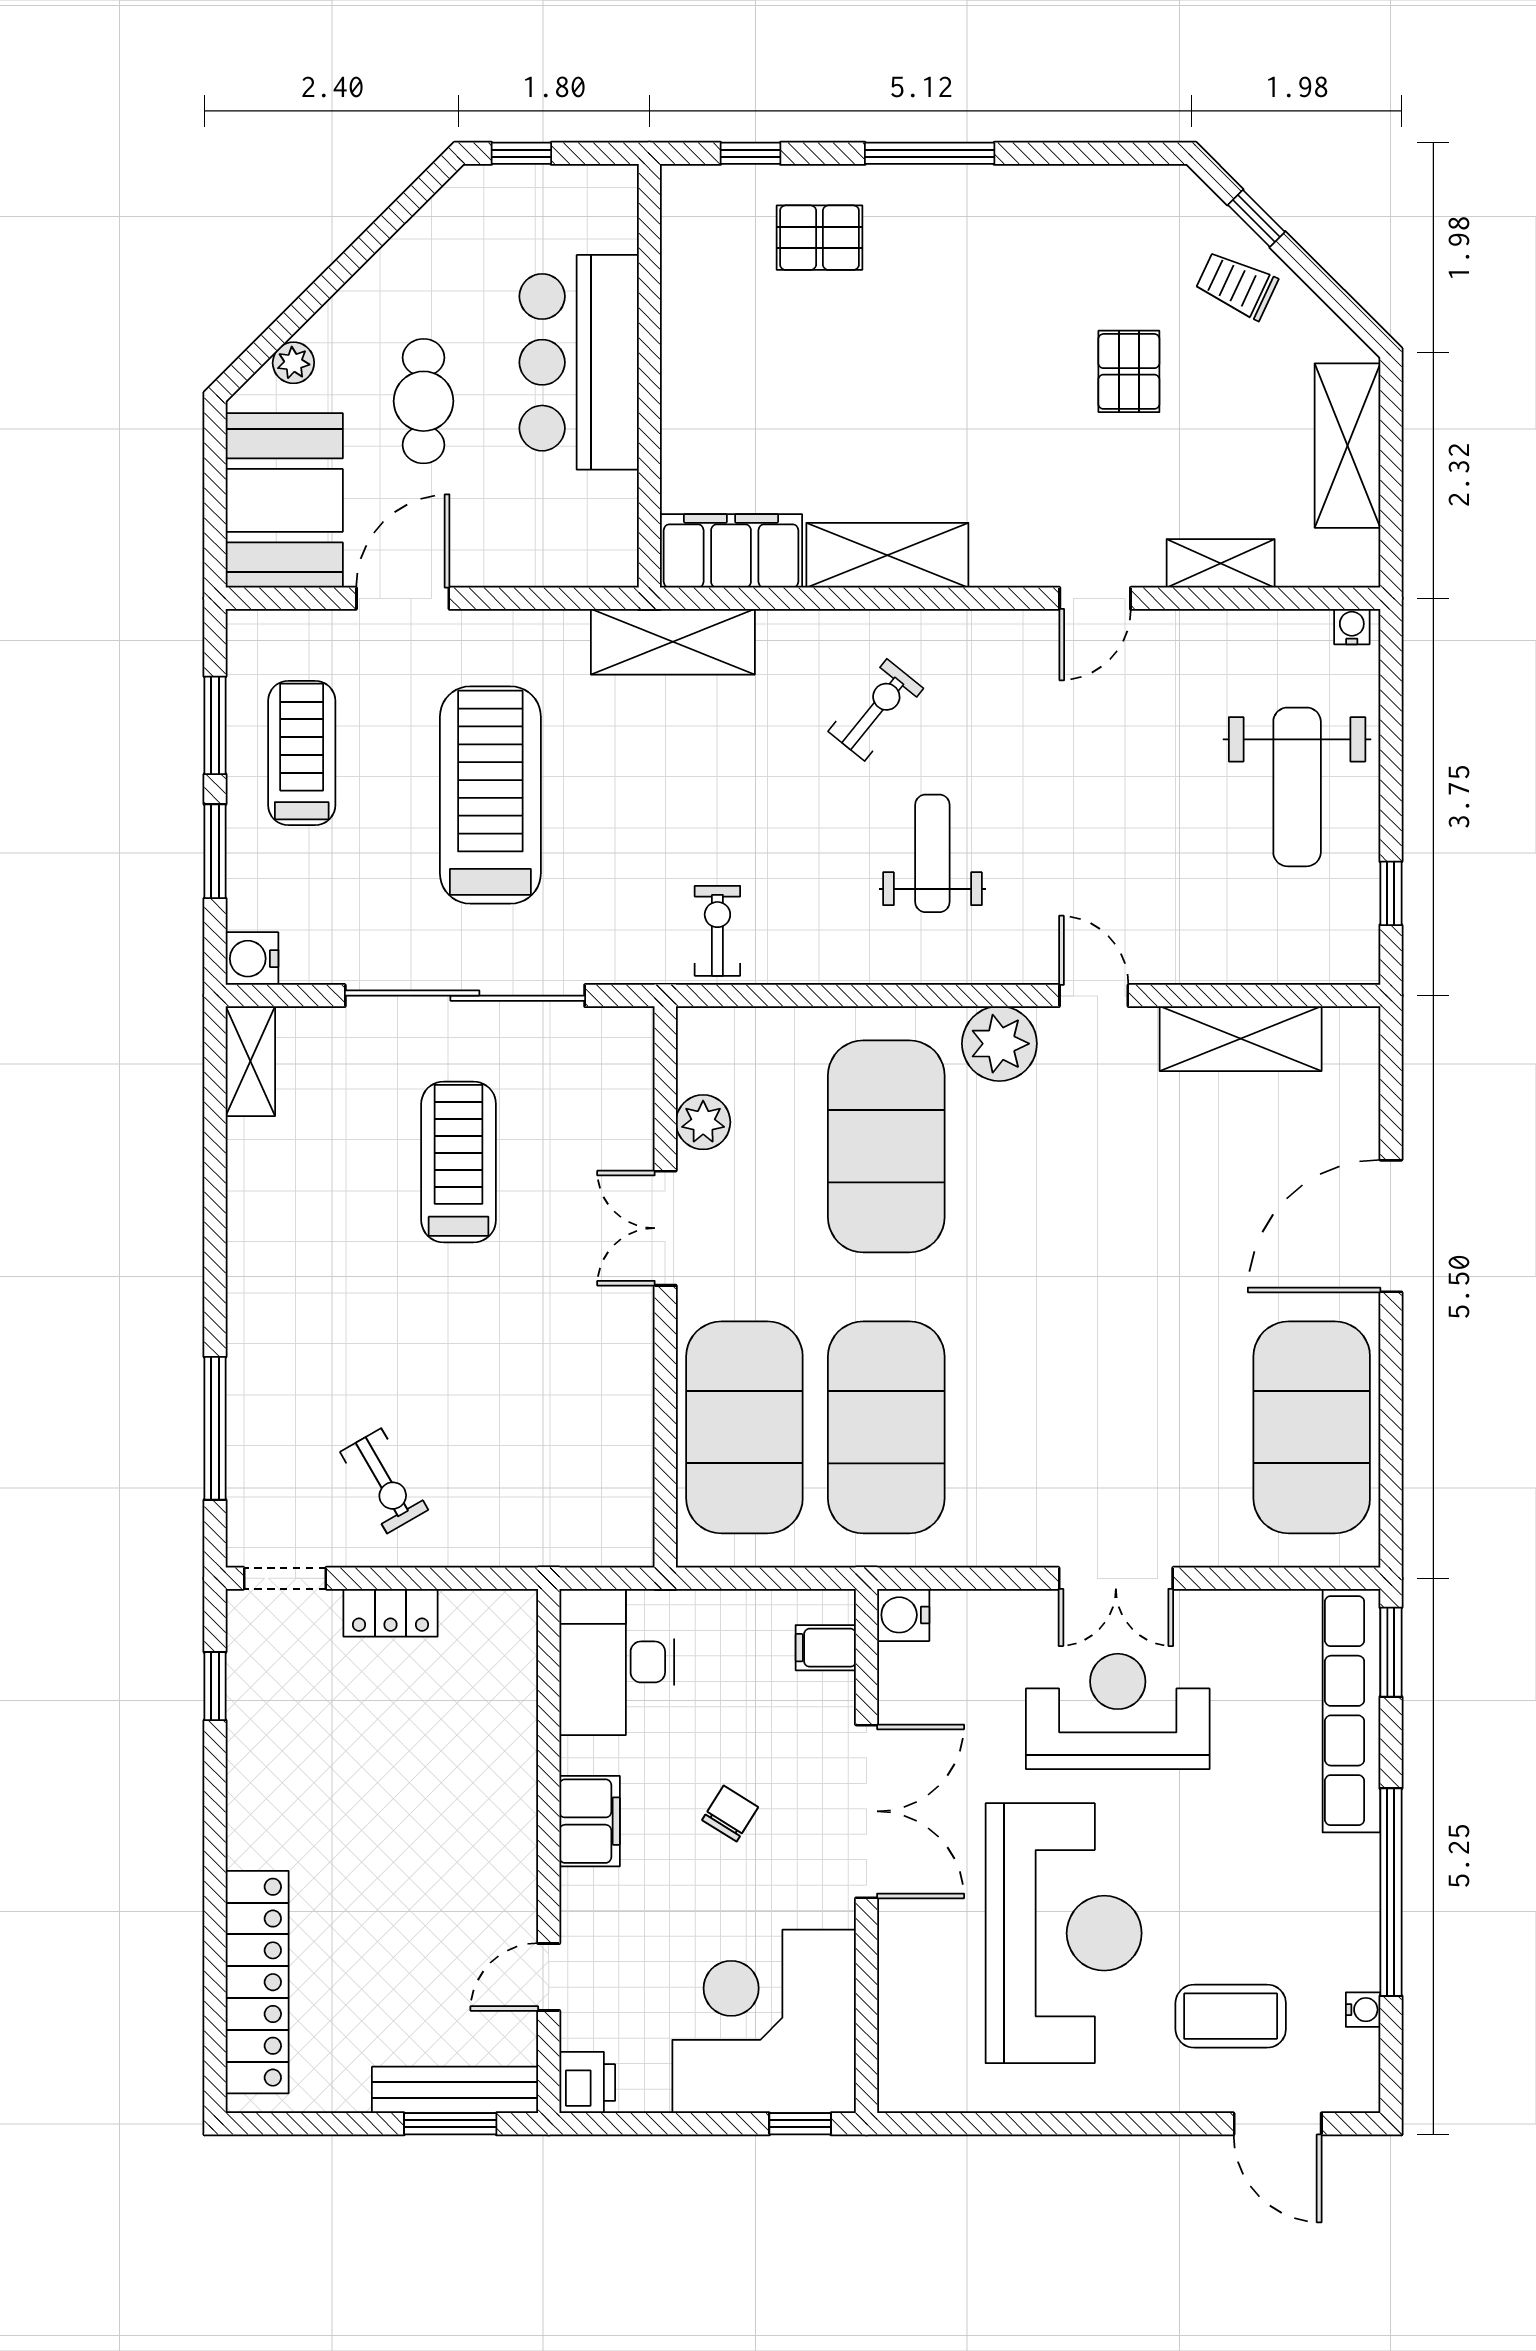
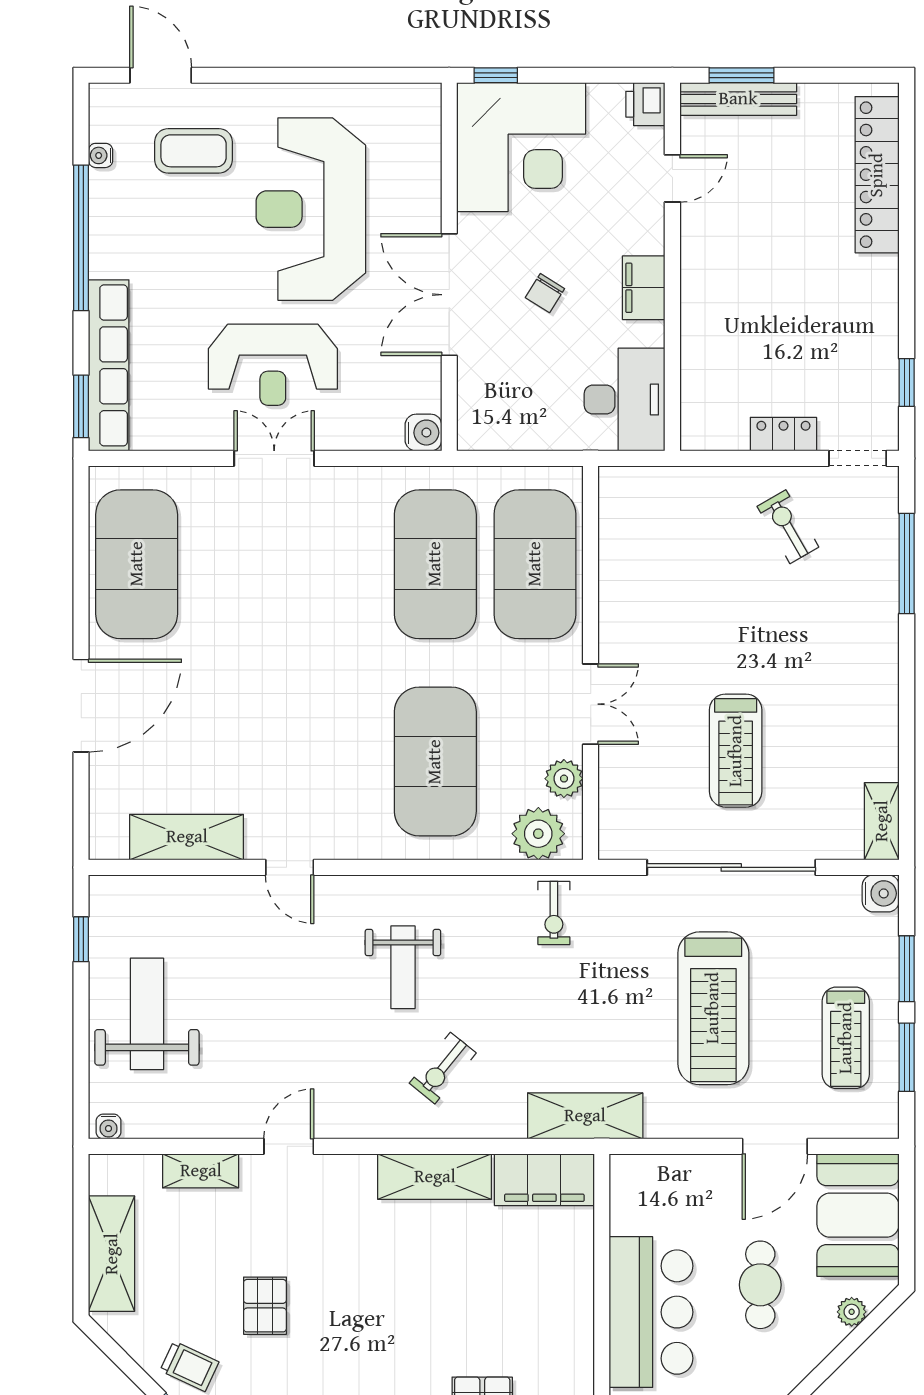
plant: (999, 1044) -> (538, 834), moved
filing cabinet: (826, 1648) -> (478, 410), removed

